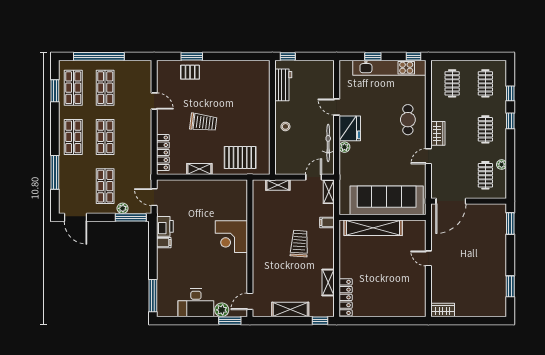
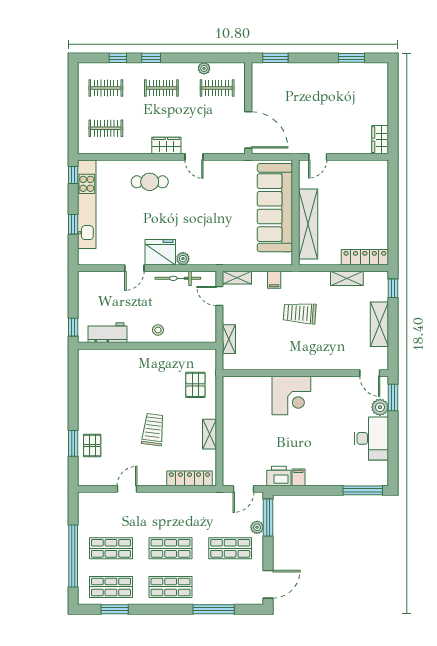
pallet: (240, 157) -> (195, 385), width x0.67, depth x0.71
sofa: (387, 200) -> (275, 208), moved
wall: (383, 217) -> (295, 212), moved
shelving: (373, 228) -> (308, 224), moved

